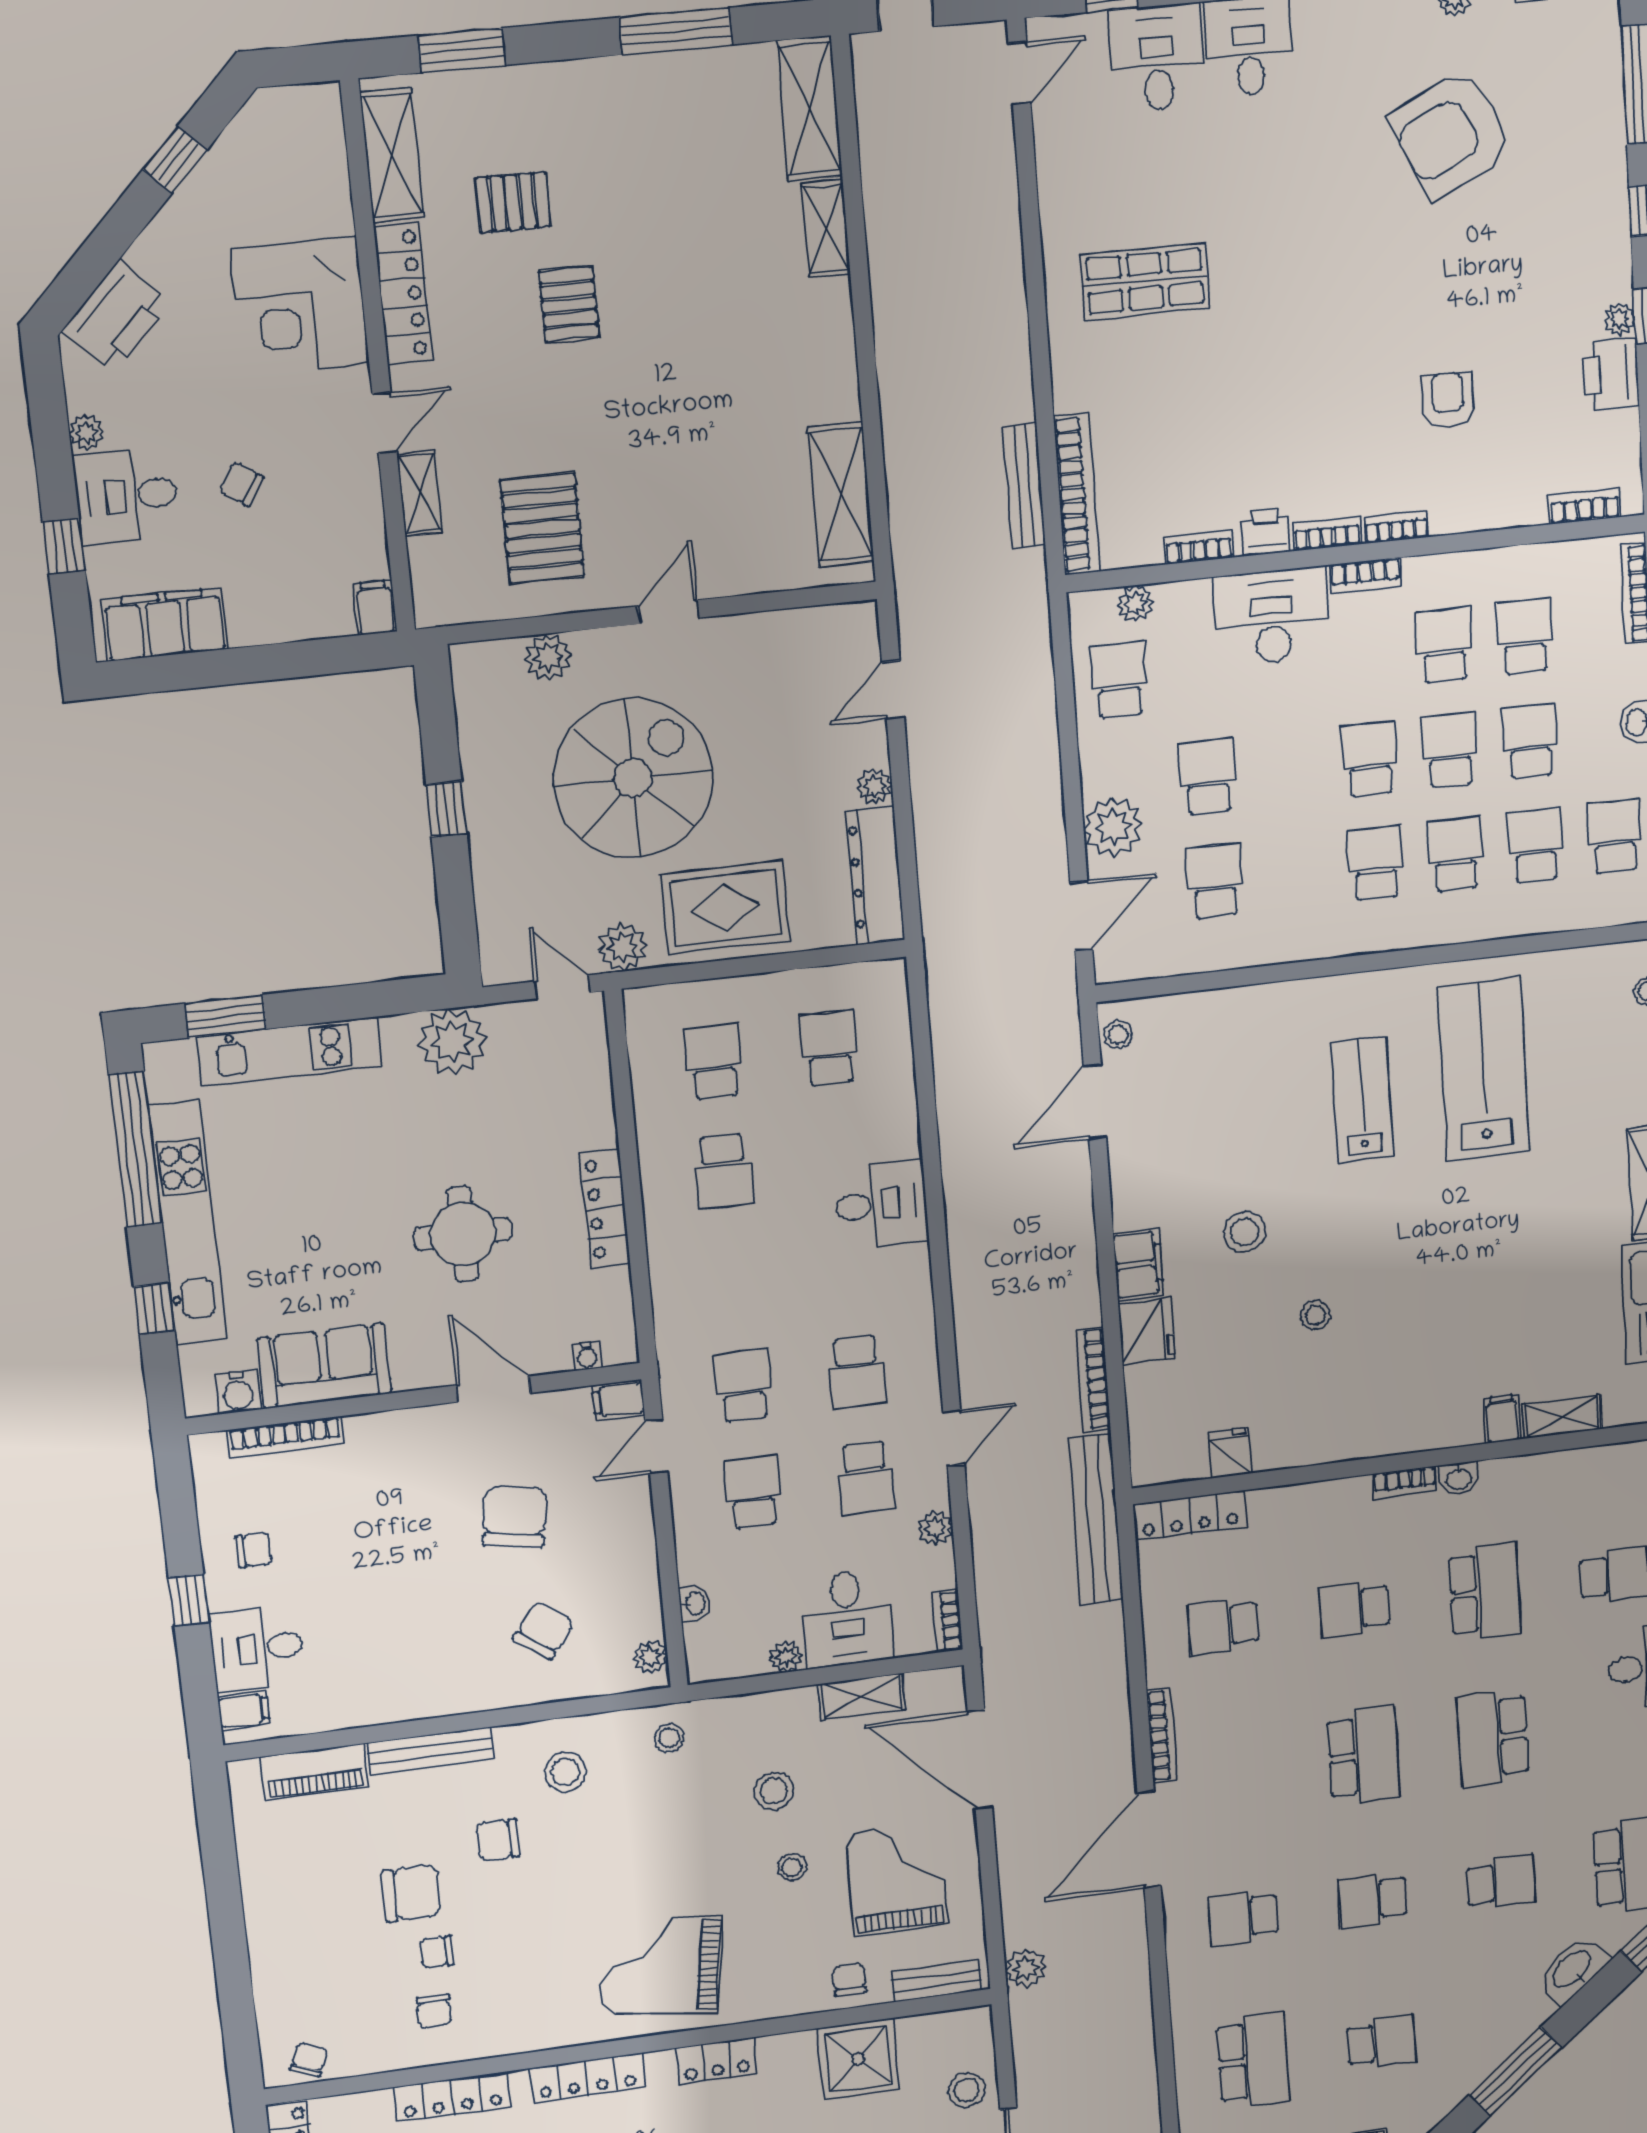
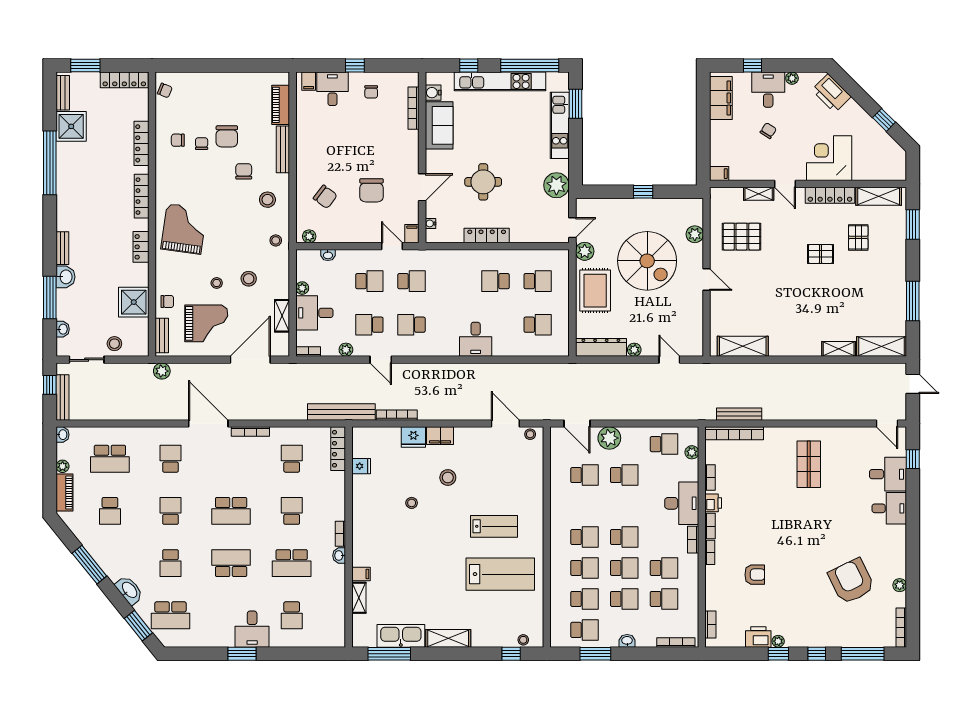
chair: (515, 1516) -> (371, 190), turned 81

